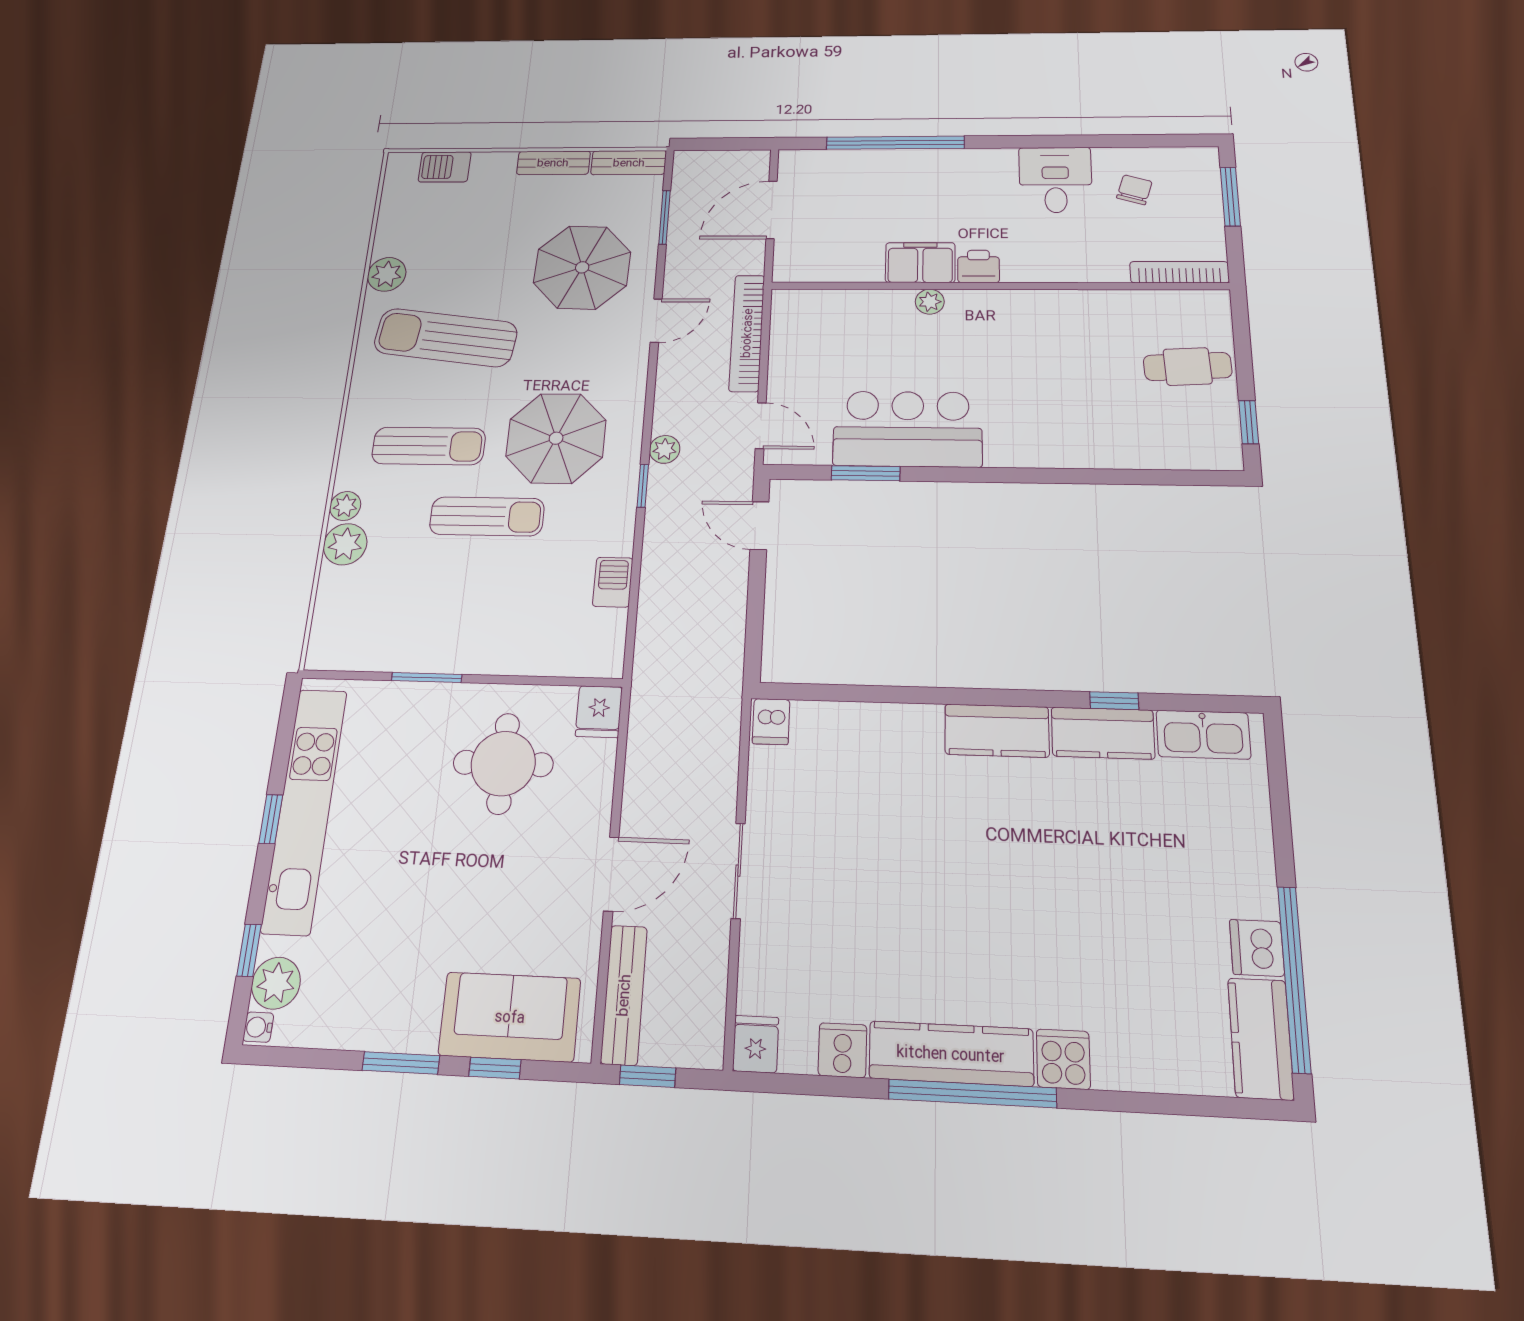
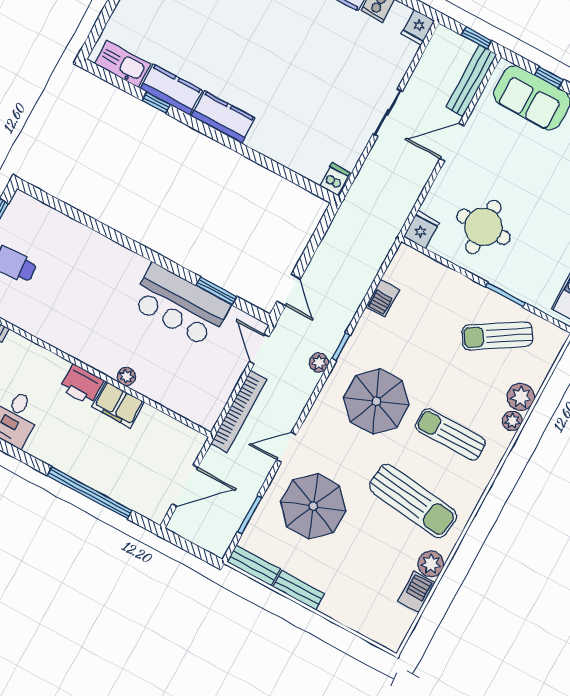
barbecue: (445, 167) -> (416, 592), moved, turned -90
printer: (979, 266) -> (82, 385), width x1.36, depth x1.24
sun lounger: (487, 516) -> (497, 336), moved, turned -32

